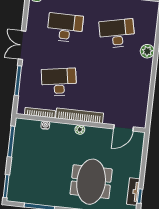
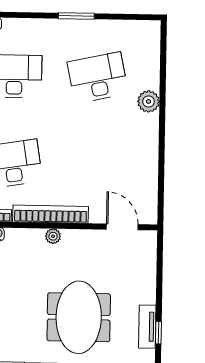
door: (123, 128) -> (122, 227), swing flipped

